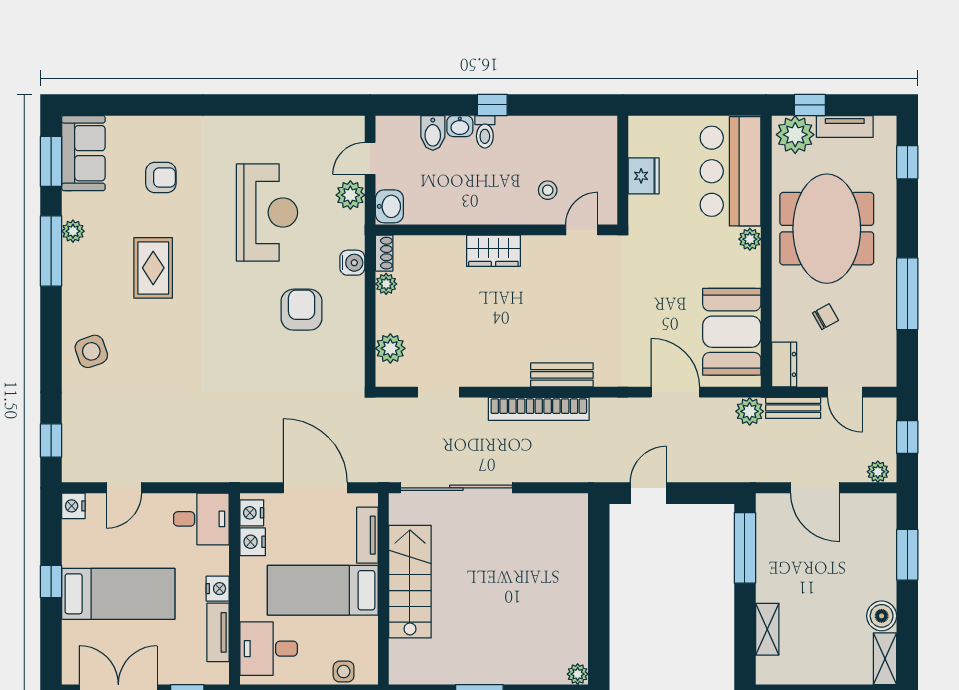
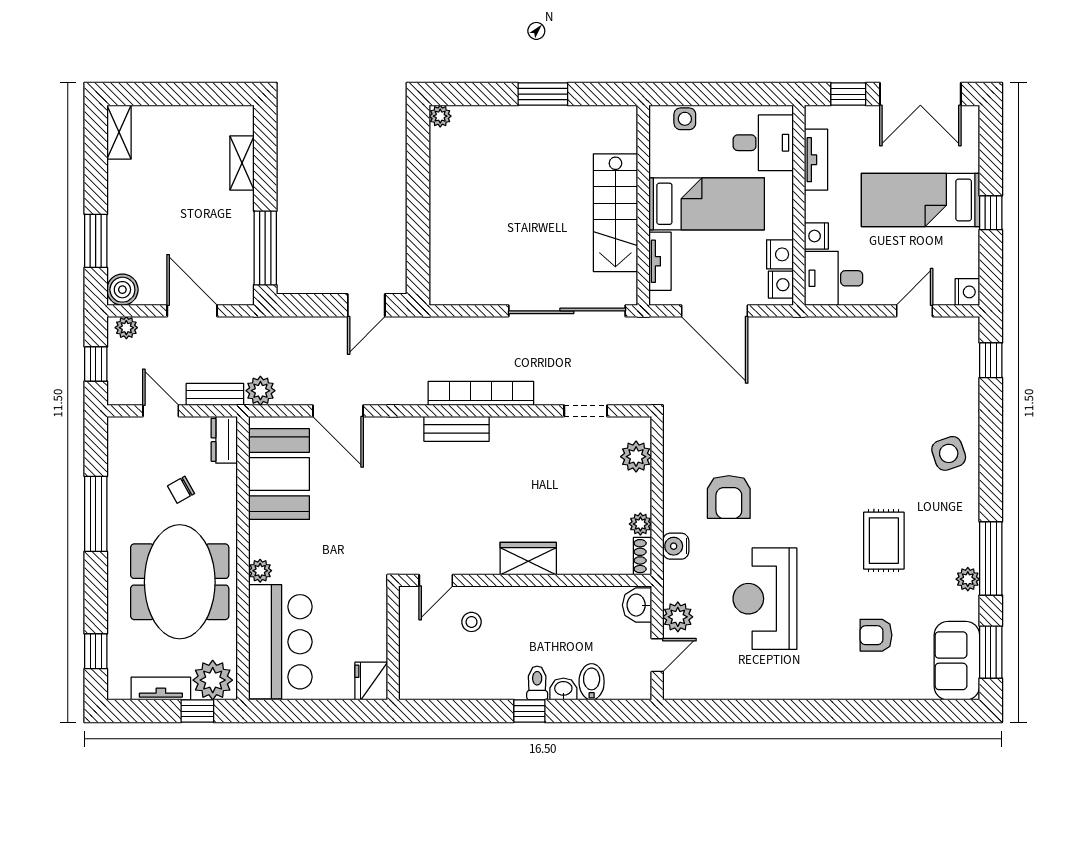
fridge: (644, 176) -> (371, 681), moved
nightstand: (218, 589) -> (816, 236), moved
boiler: (882, 616) -> (122, 290), moved

